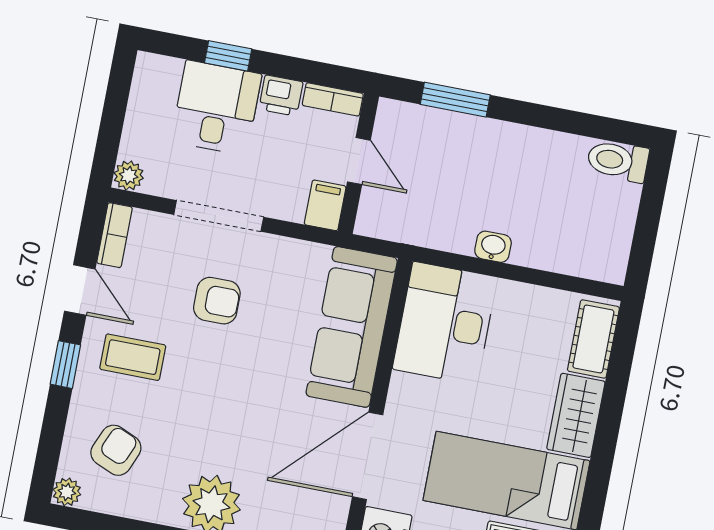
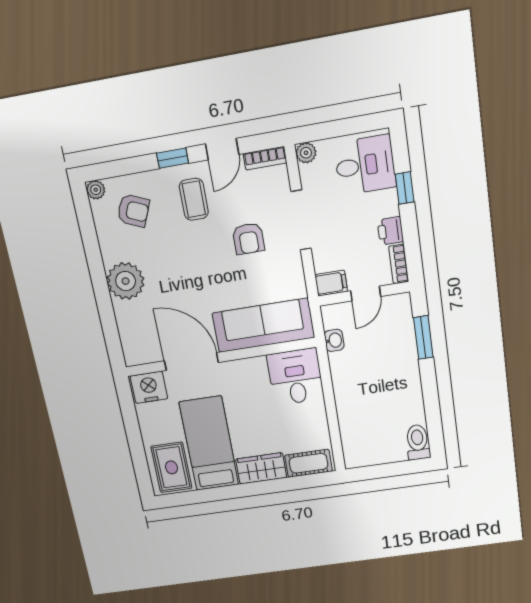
desk: (216, 108) -> (365, 165), moved
washbasin: (493, 247) -> (334, 340), moved
desk: (445, 323) -> (295, 377), width x0.73

